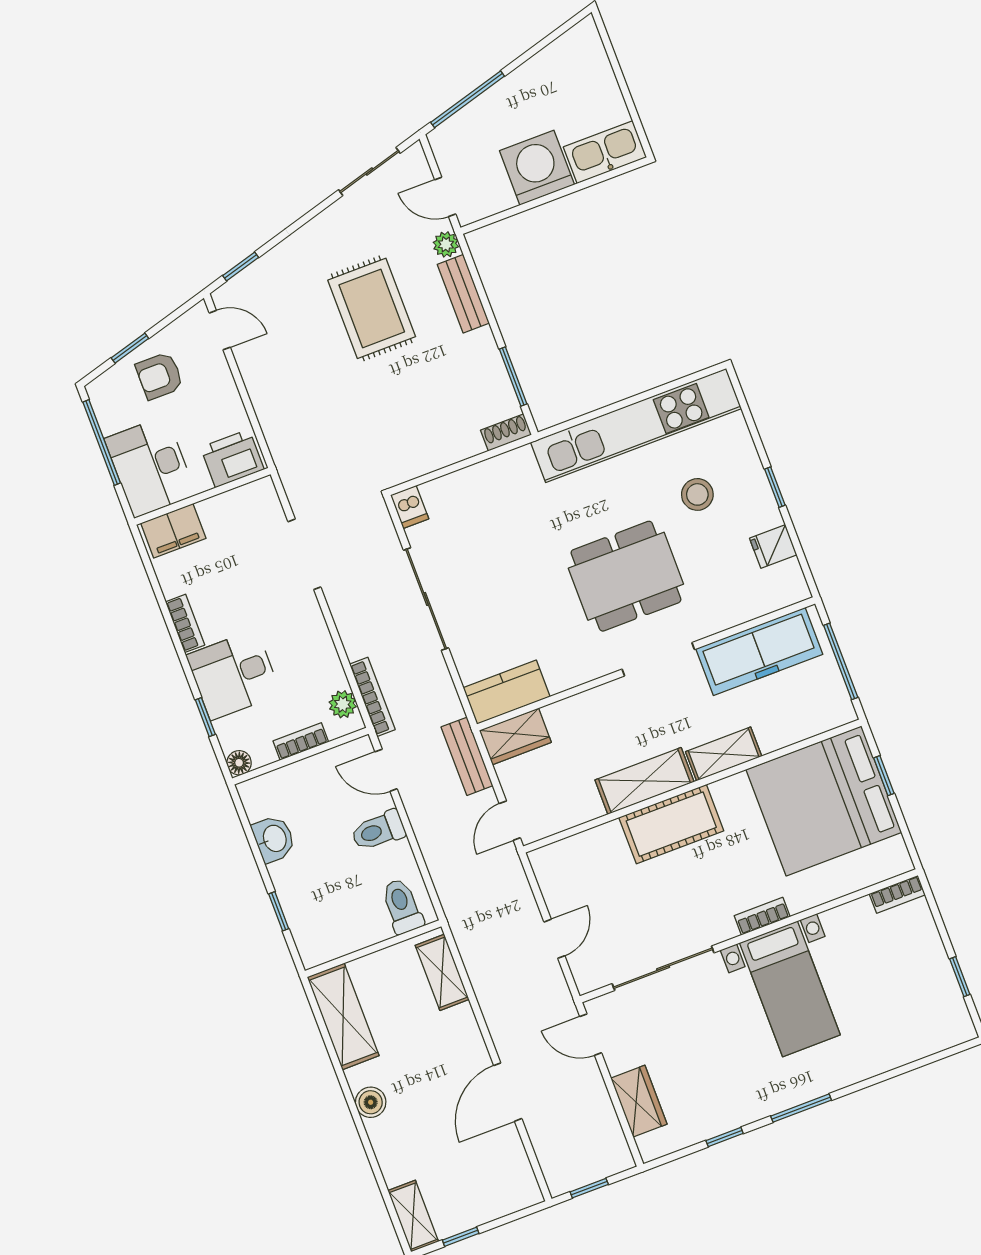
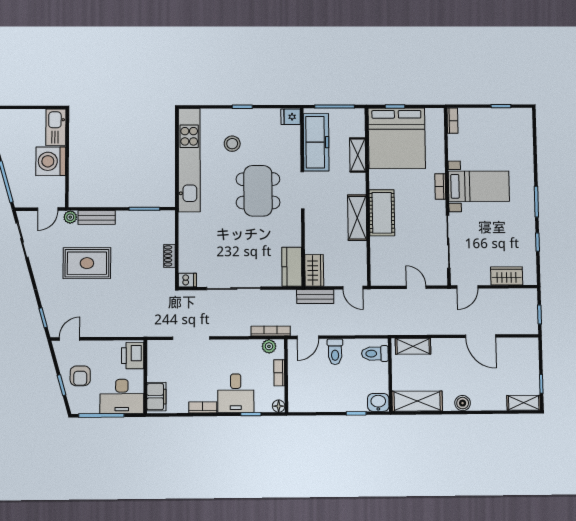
shoe rack: (506, 432) -> (169, 256), moved
fridge: (773, 546) -> (291, 117), moved, turned 90
shelving: (724, 754) -> (358, 155), moved
washbasin: (274, 839) -> (378, 402), moved

